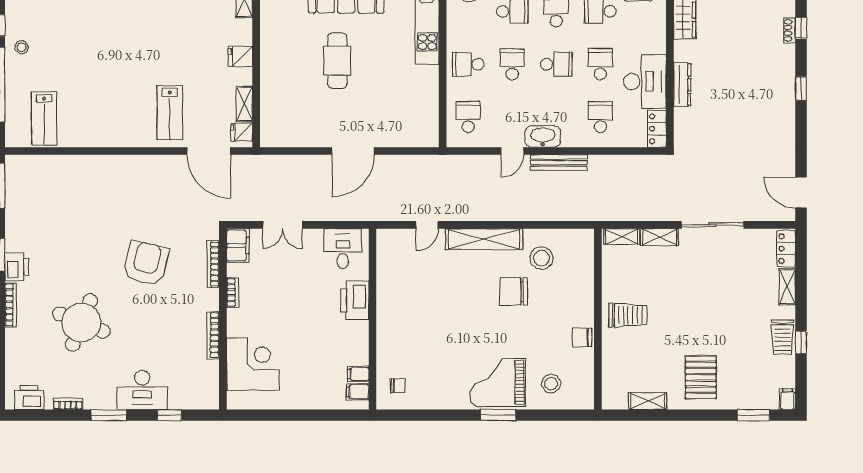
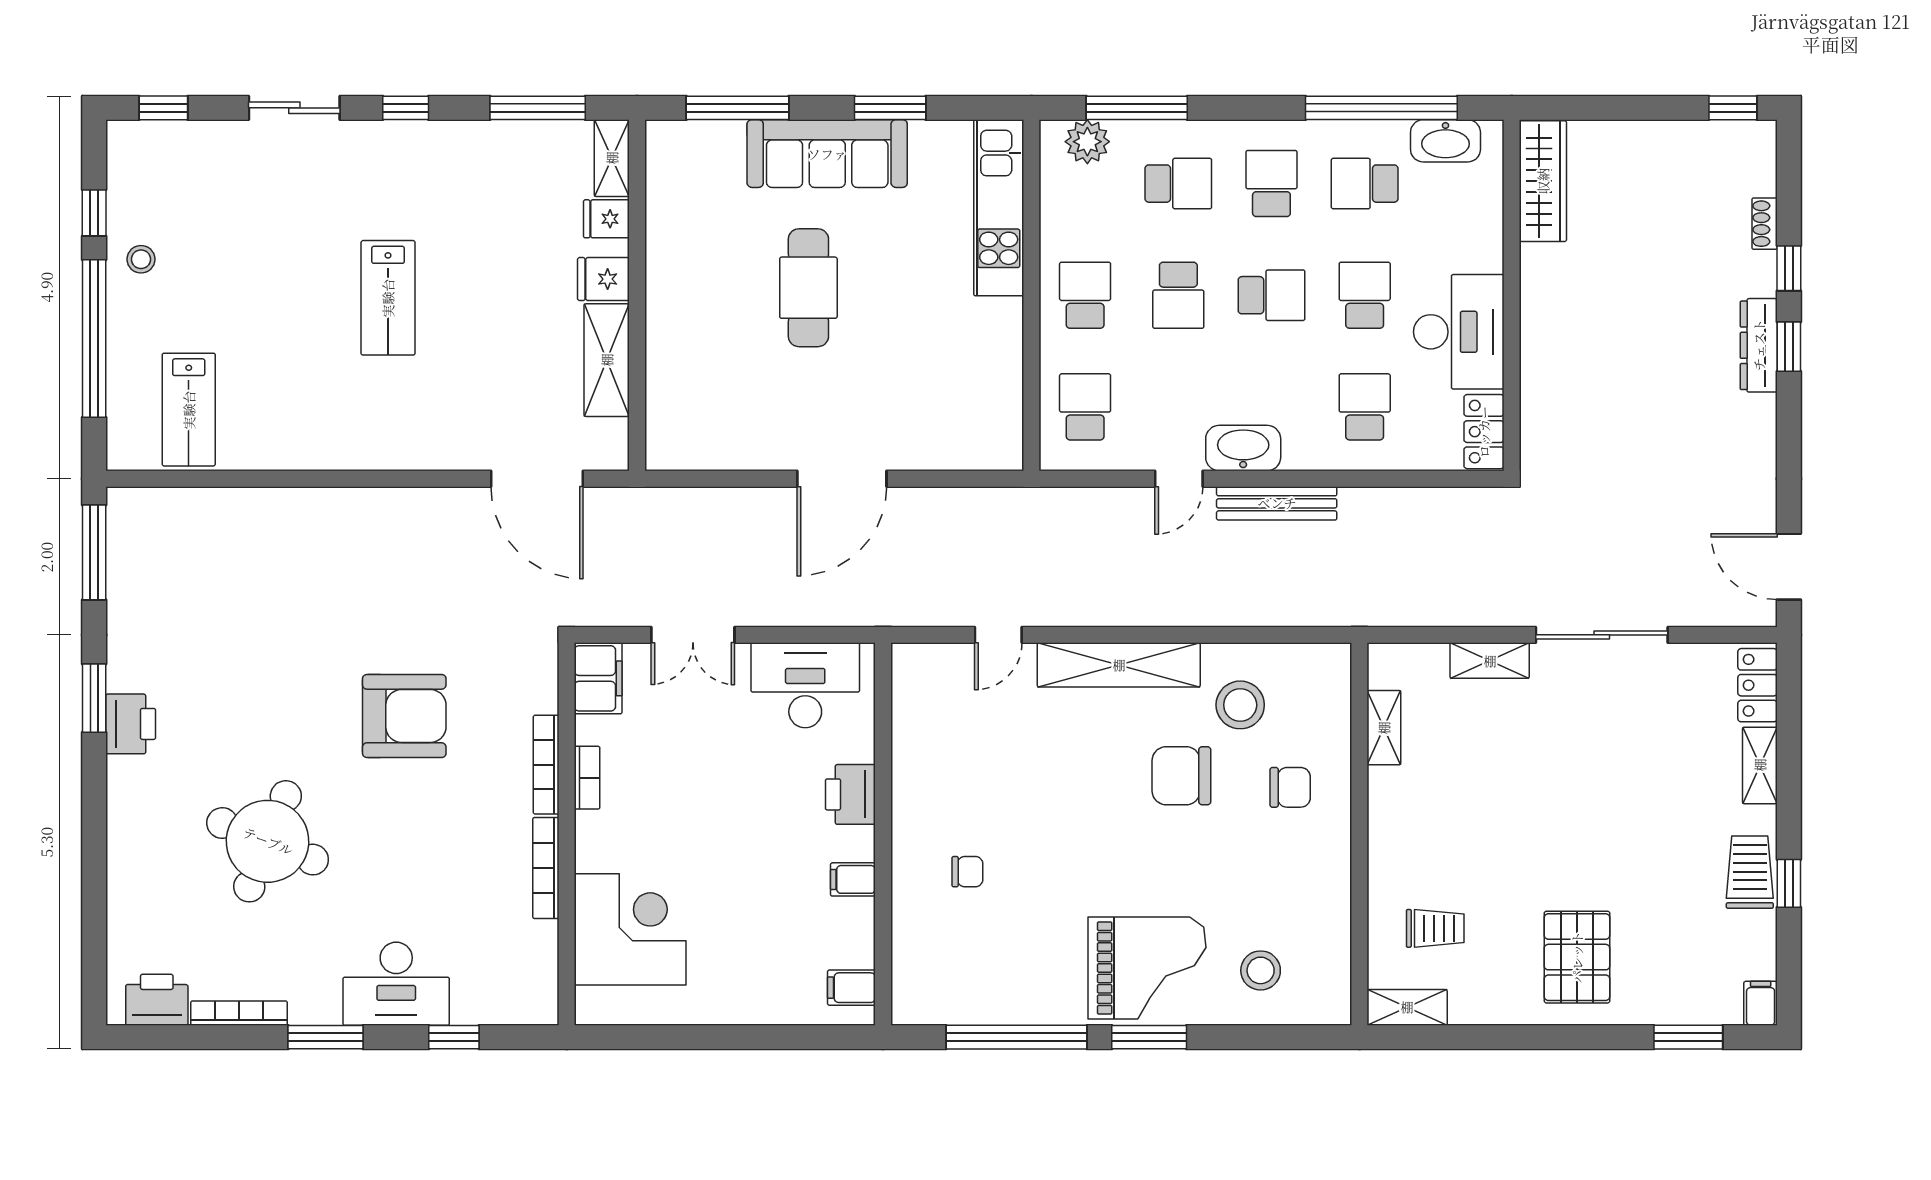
window: (801, 28) -> (1789, 268), moved
school desk: (468, 64) -> (1085, 295), turned 90
school desk: (512, 64) -> (1178, 295), turned 180
dresser: (682, 85) -> (1759, 345), moved, turned 180
shelving: (244, 104) -> (607, 360), width x1.50, depth x1.33
lab bench: (170, 113) -> (388, 298), moved
fridge: (242, 132) -> (606, 219), moved
shelving: (622, 237) -> (1384, 728), moved, turned 90
desk: (343, 249) -> (805, 685), width x1.37
armchair: (146, 263) -> (404, 716), turned 76
bookcase: (213, 264) -> (546, 765), moved
printer: (355, 300) -> (850, 794), width x0.73, depth x0.84
bookcase: (11, 305) -> (118, 804), removed
trolley: (628, 315) -> (1435, 928), moved, width x0.73, depth x0.72
trolley: (783, 337) -> (1750, 872), turned 180
chair: (582, 338) -> (1290, 787), moved, turned 180
filing cabinet: (358, 374) -> (853, 879), moved
grand piano: (497, 382) -> (1147, 968), turned 180
chair: (398, 386) -> (967, 872), moved
shelving: (648, 401) -> (1407, 1007), moved
bookcase: (68, 404) -> (239, 1013), width x1.56
window: (436, 415) -> (1016, 1037), added

